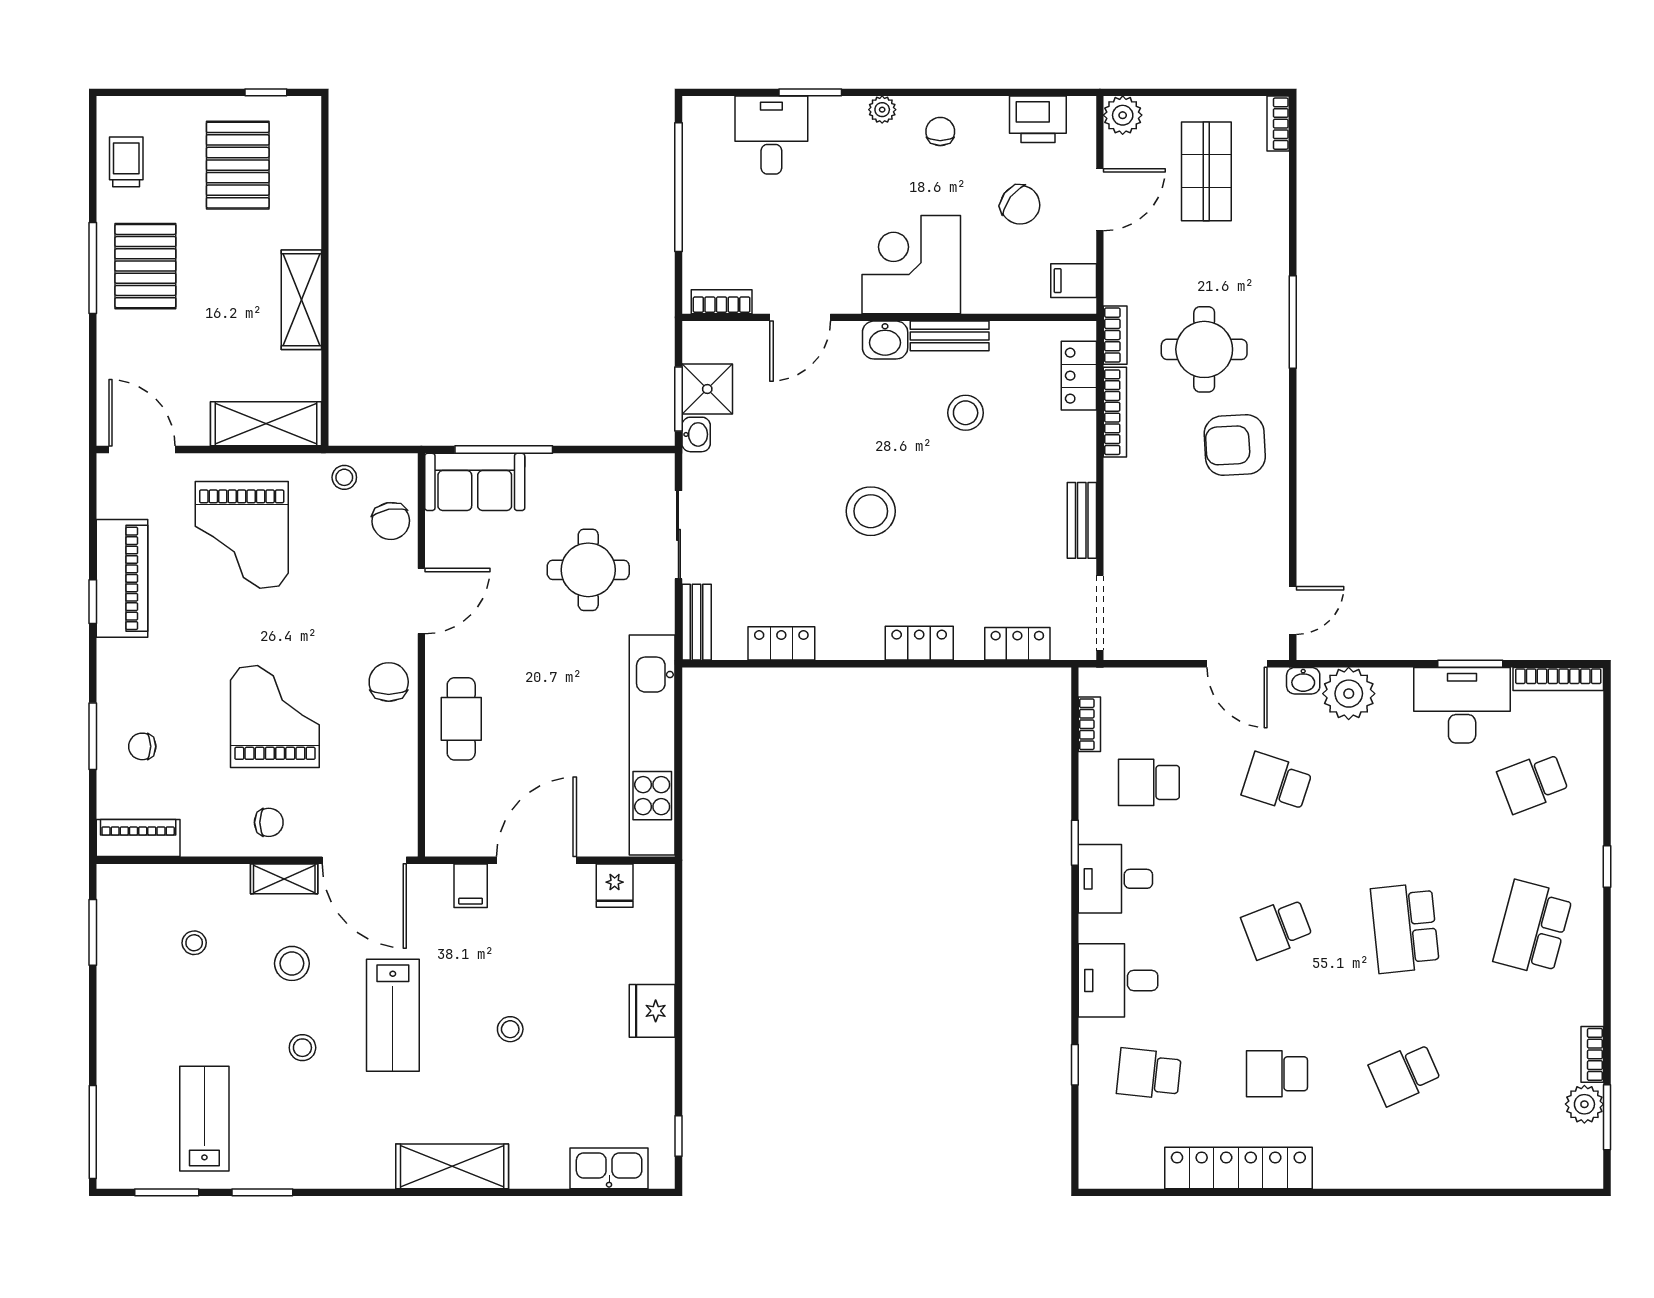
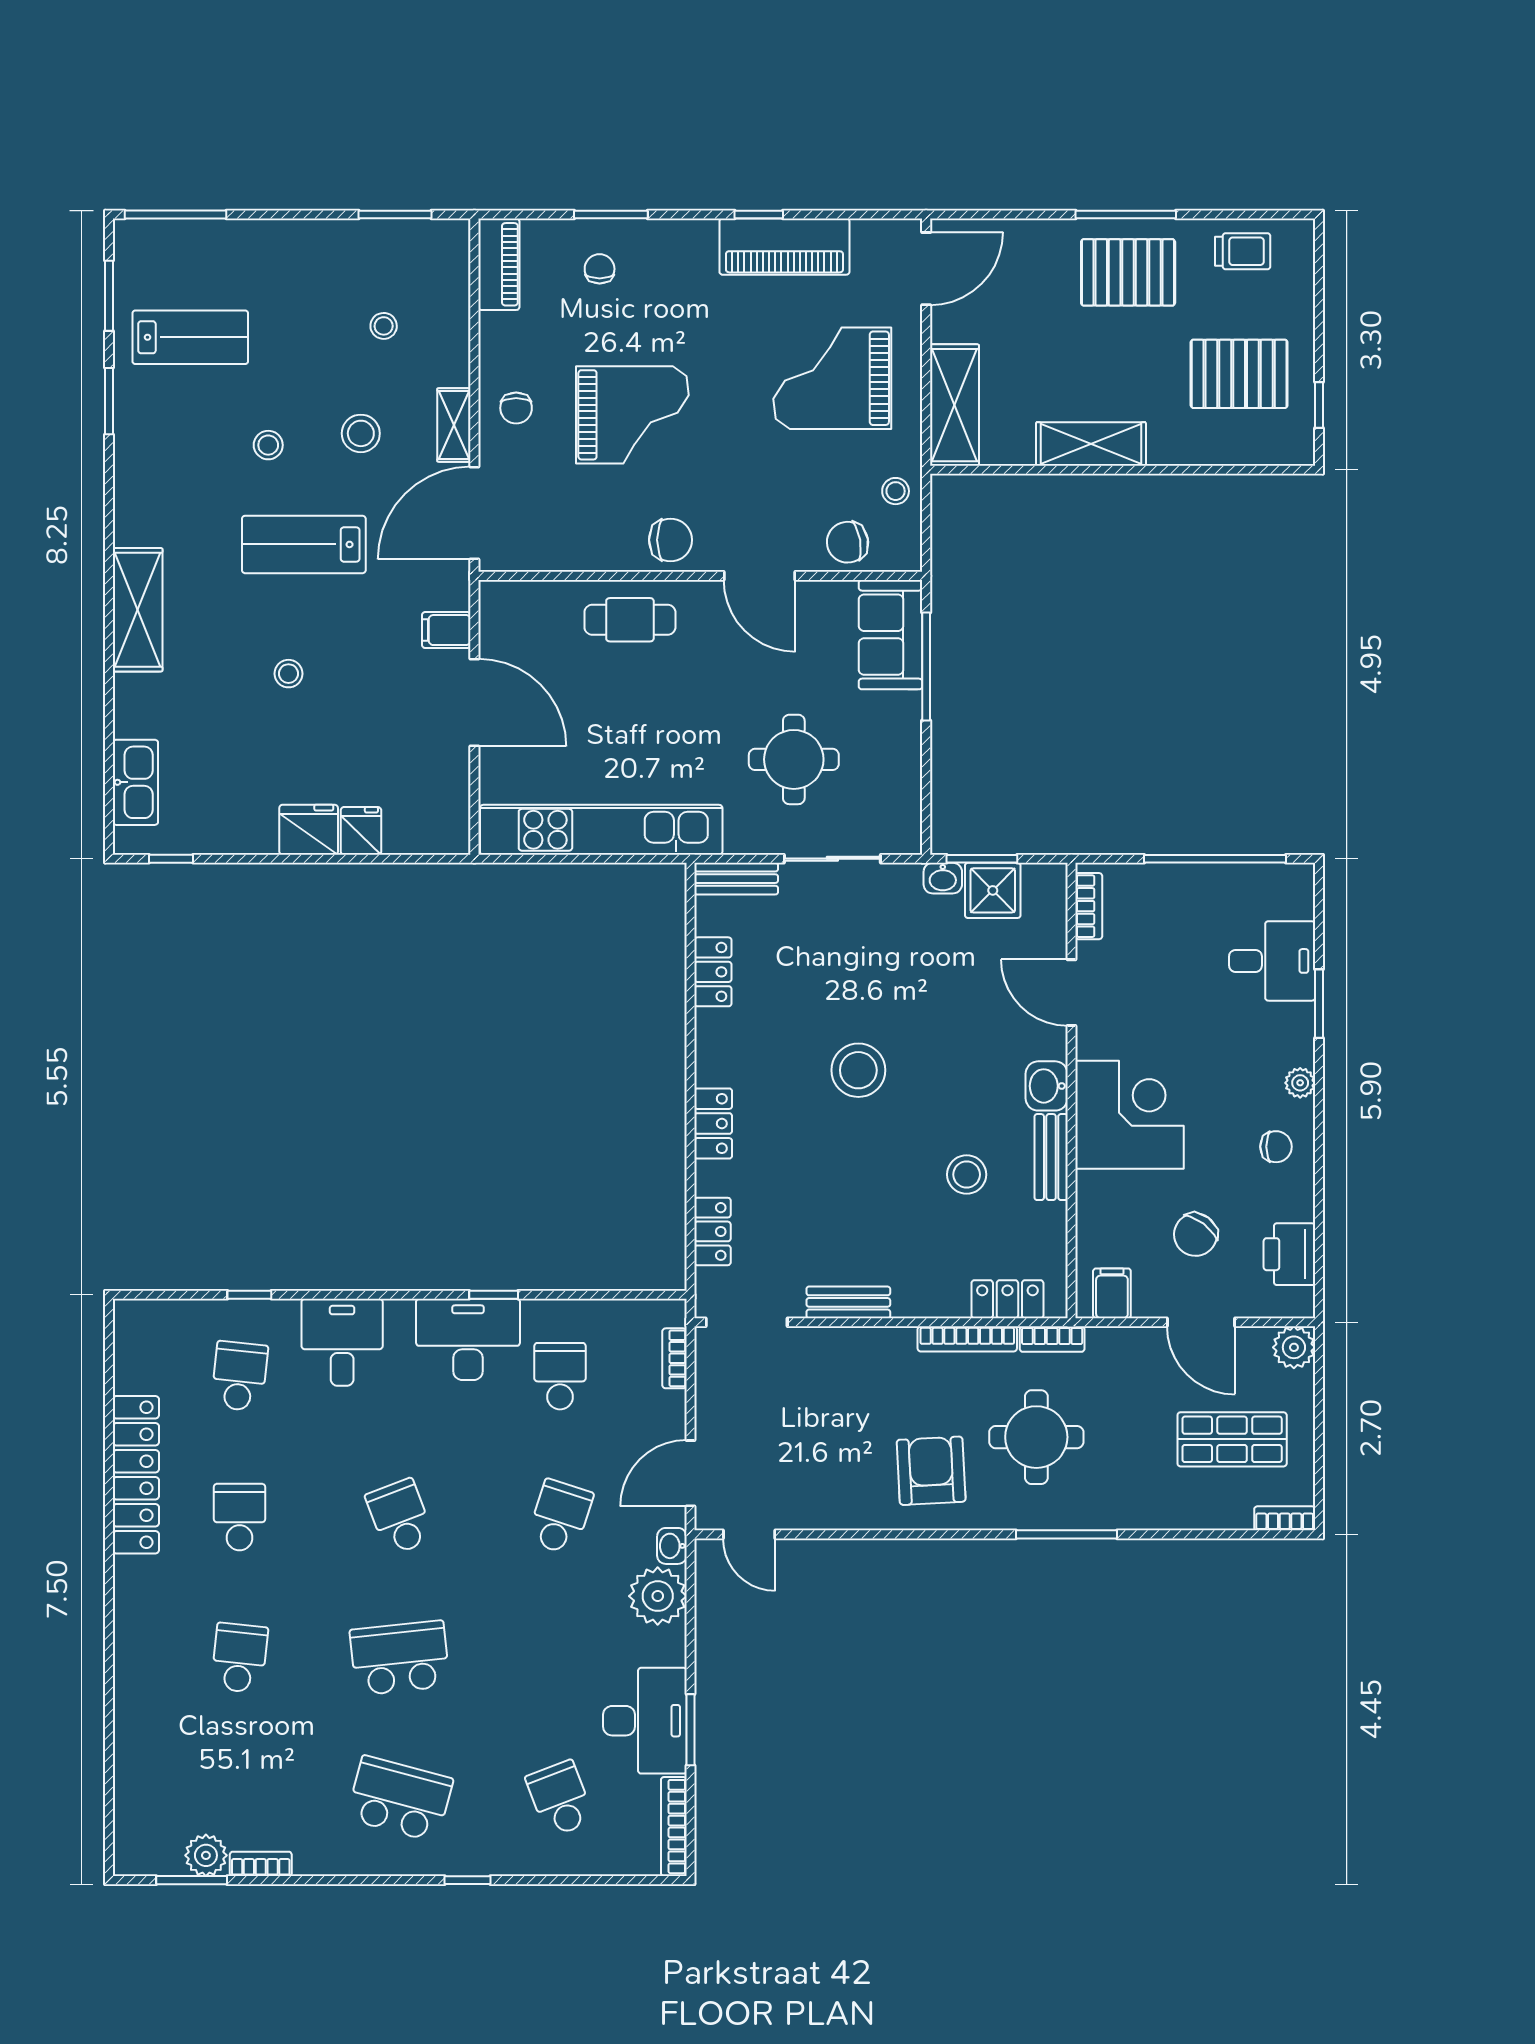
bookcase: (1089, 724) -> (674, 1358), moved, turned 90
desk: (1115, 879) -> (468, 1339), width x1.37
fridge: (615, 886) -> (361, 831), moved, turned 90
school desk: (1405, 1074) -> (240, 1658), turned 30

